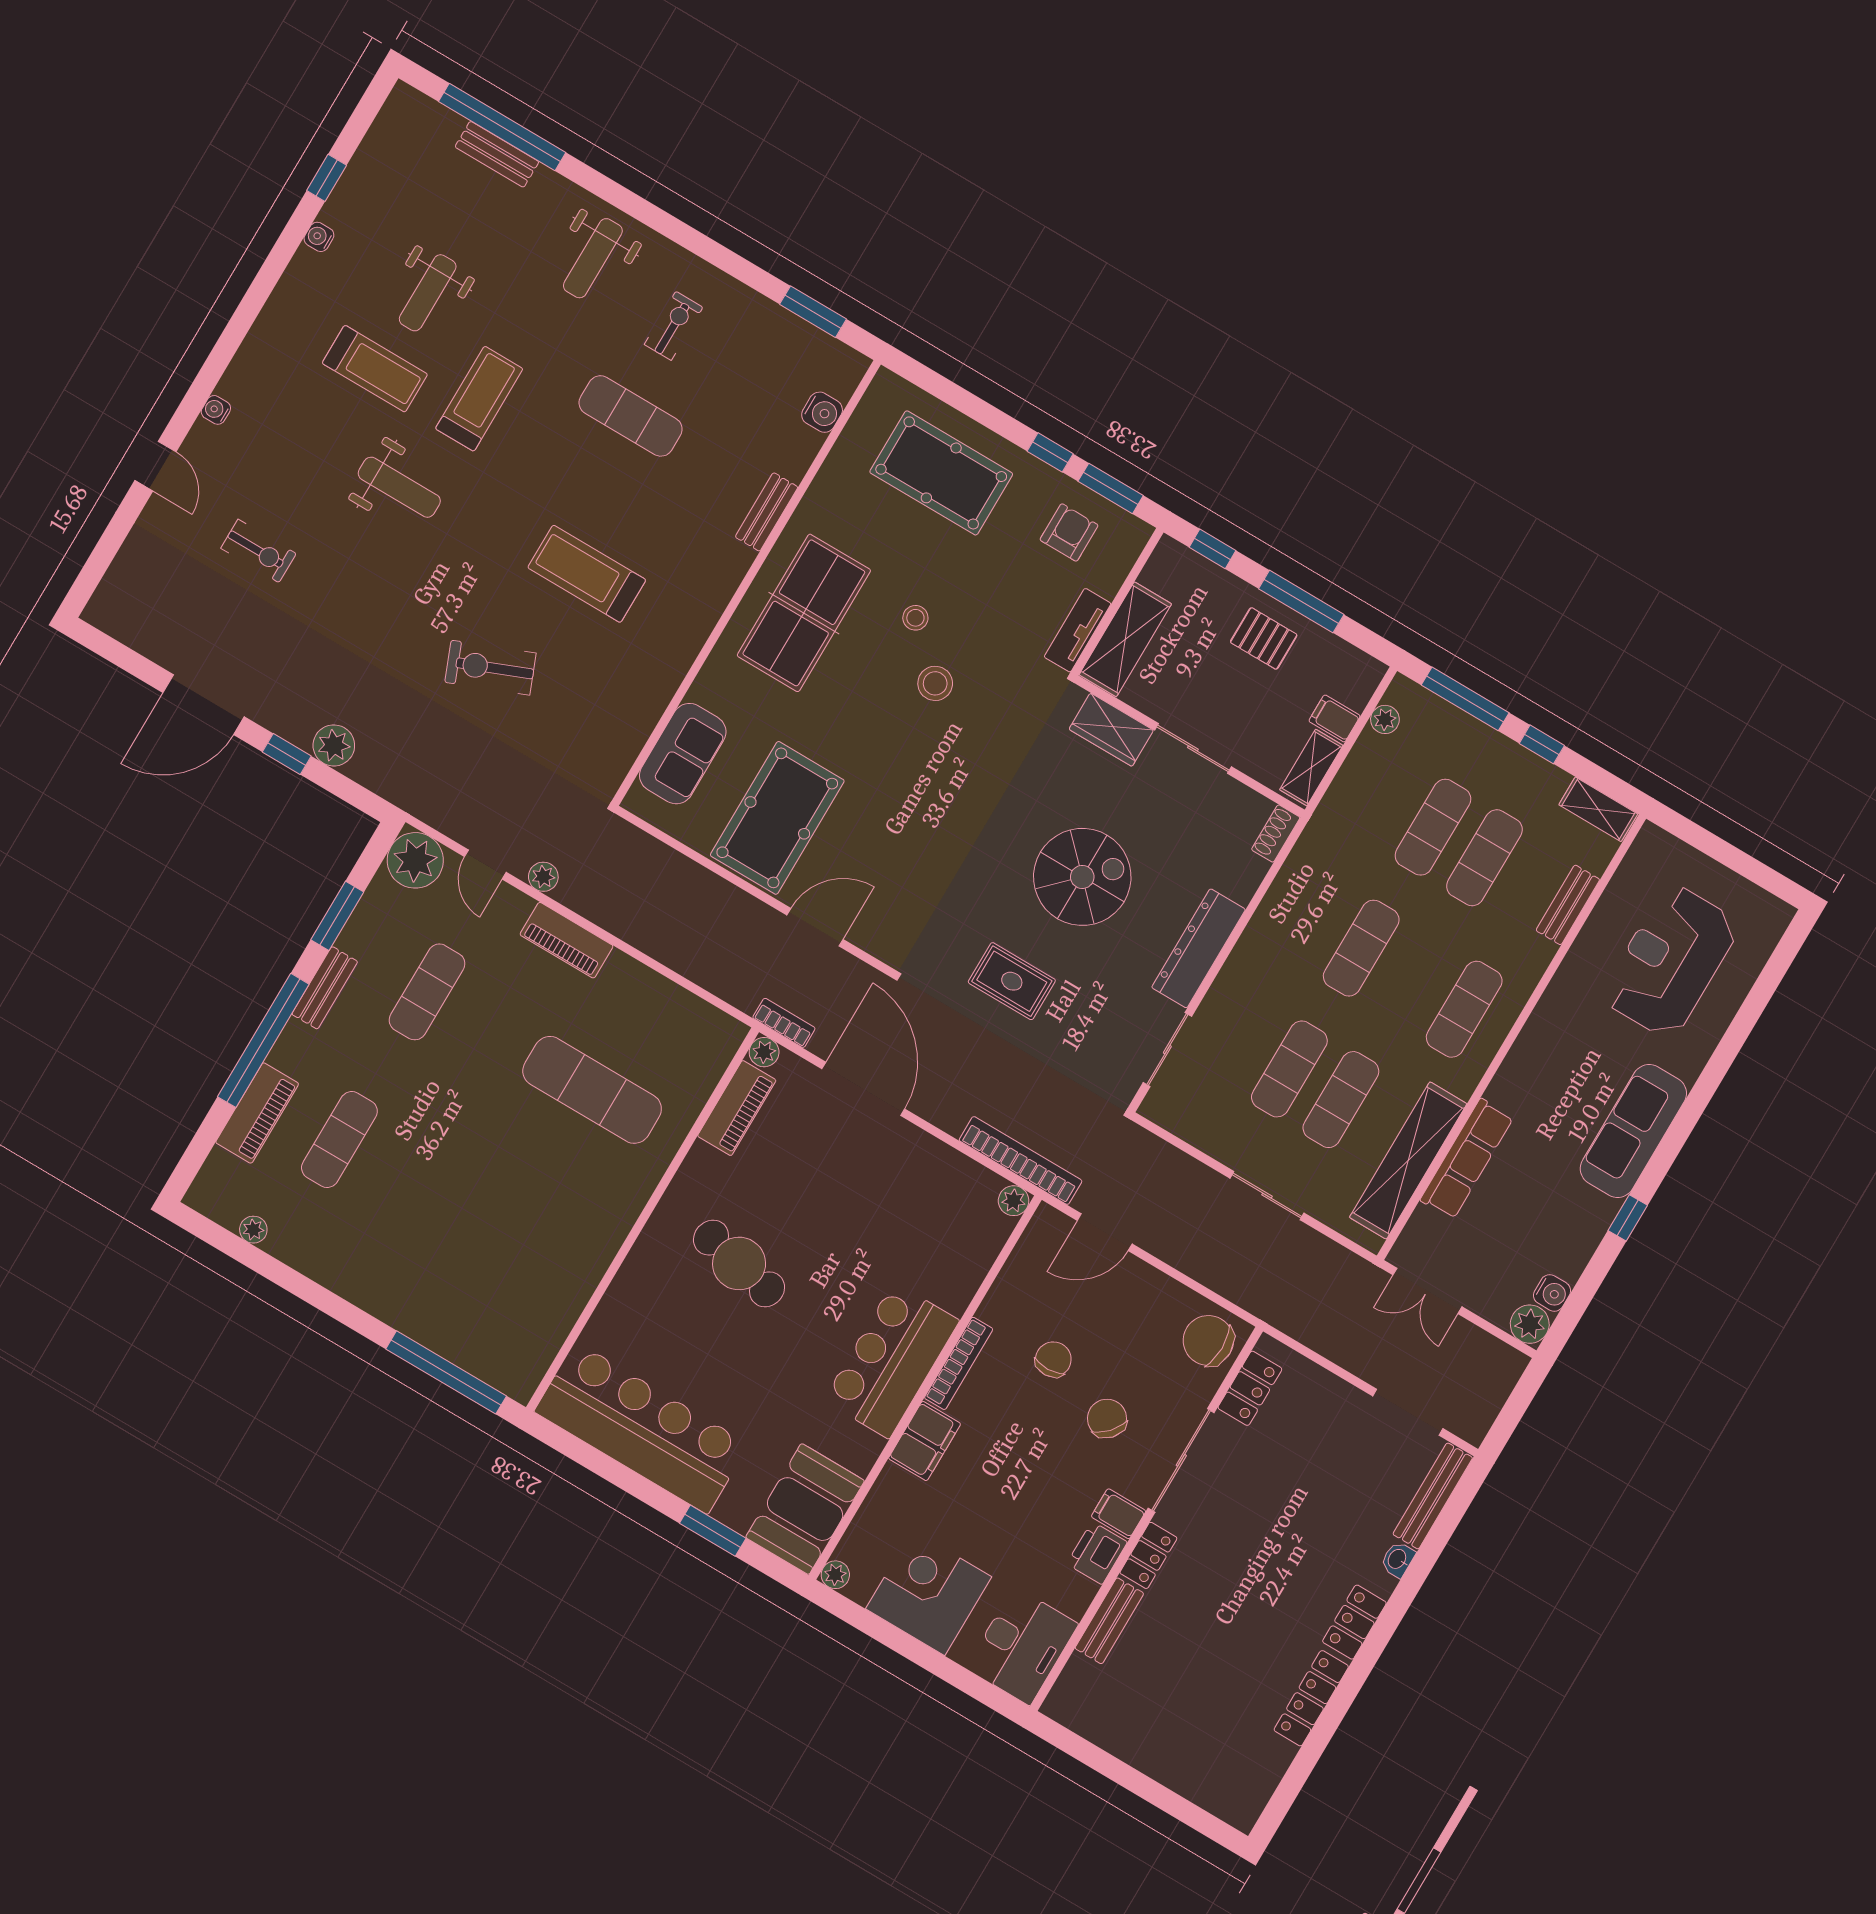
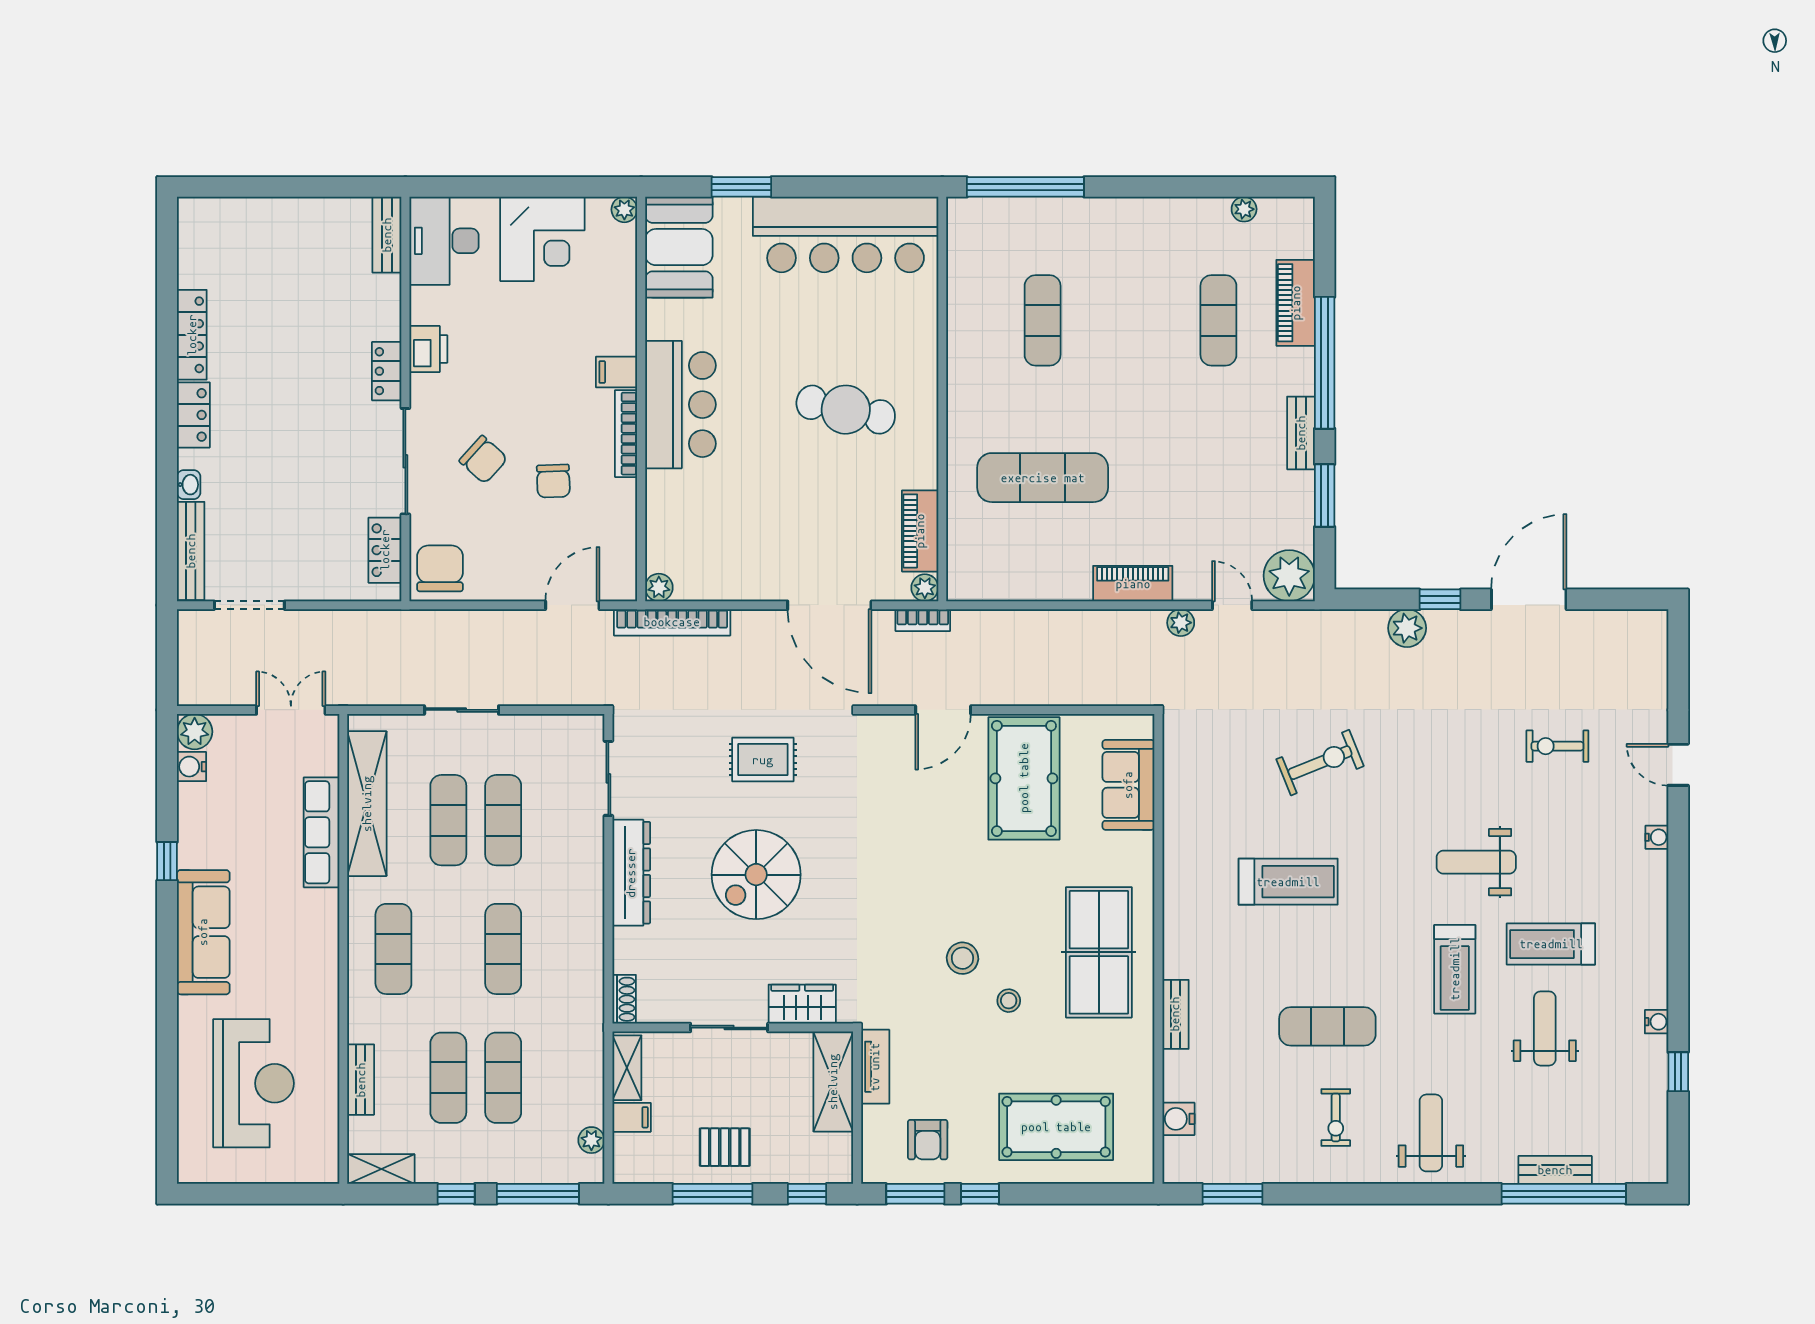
exercise mat: (427, 992) -> (1043, 320), moved
chair: (1208, 1341) -> (440, 568), turned -90
filing cabinet: (925, 1441) -> (617, 372), width x0.50
filing cabinet: (1119, 1514) -> (430, 390), removed
bench: (1109, 1621) -> (387, 235), moved

